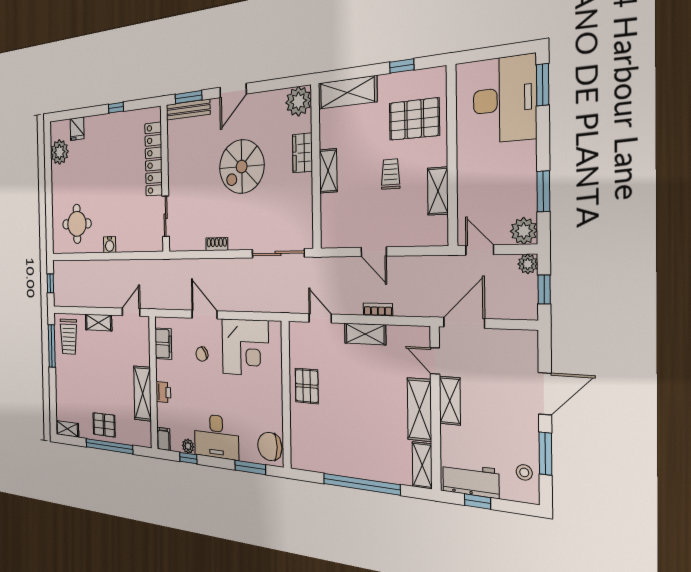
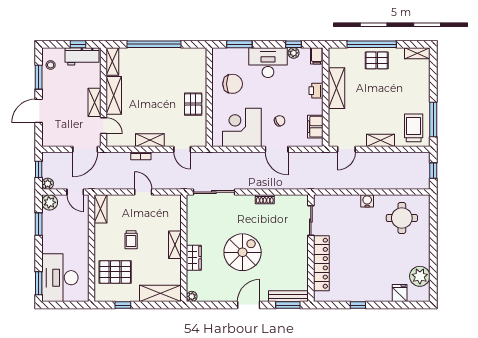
plant: (298, 101) -> (192, 296), width x0.53, depth x0.53
shelving: (438, 191) -> (101, 209), moved
chair: (270, 446) -> (233, 84), moved

